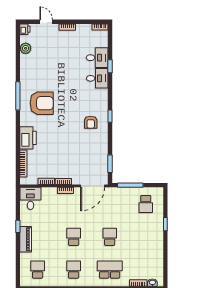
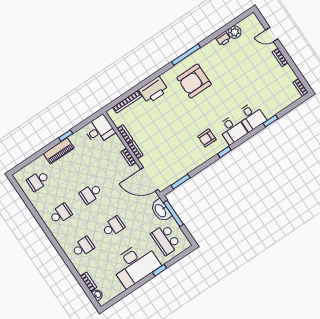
door: (46, 22) -> (272, 35), swing flipped
printer: (25, 29) -> (223, 39), moved
desk: (97, 58) -> (232, 130), moved
armchair: (42, 103) -> (194, 81), turned 90
washbasin: (122, 193) -> (161, 211), added
school desk: (146, 204) -> (166, 240), width x1.85
school desk: (74, 237) -> (91, 194), turned 180
desk: (149, 239) -> (135, 265), added
school desk: (38, 270) -> (38, 181), turned 180
school desk: (110, 270) -> (83, 247), width x0.54

